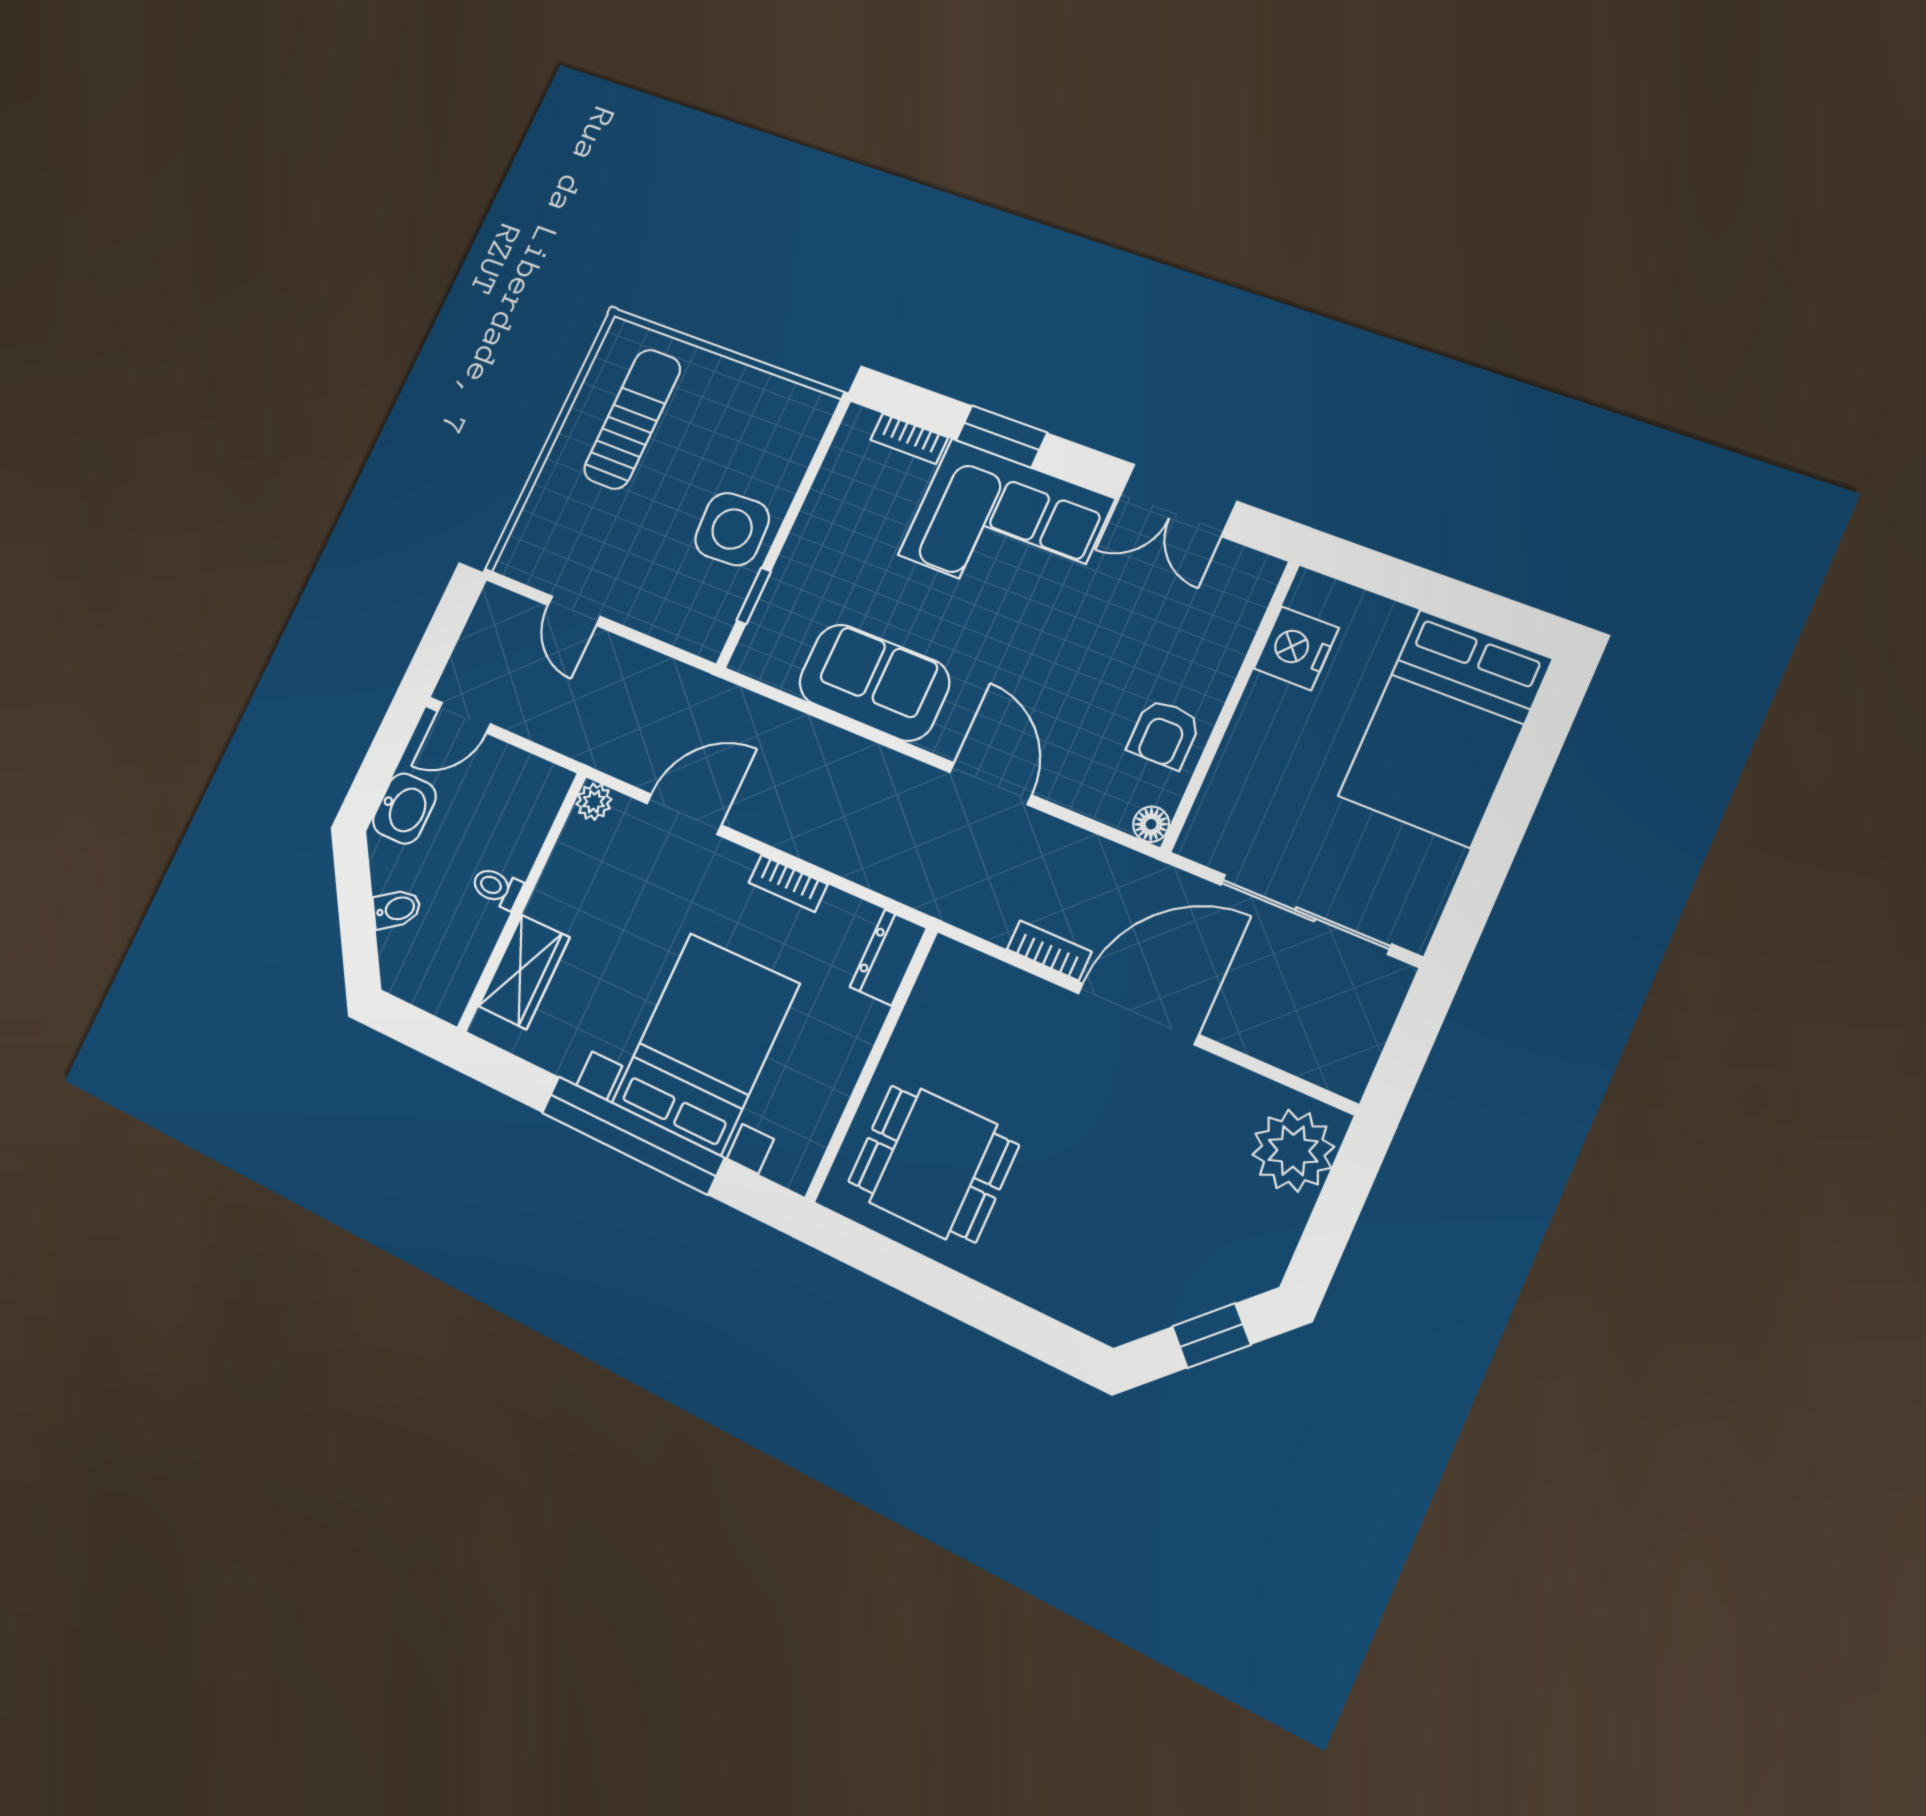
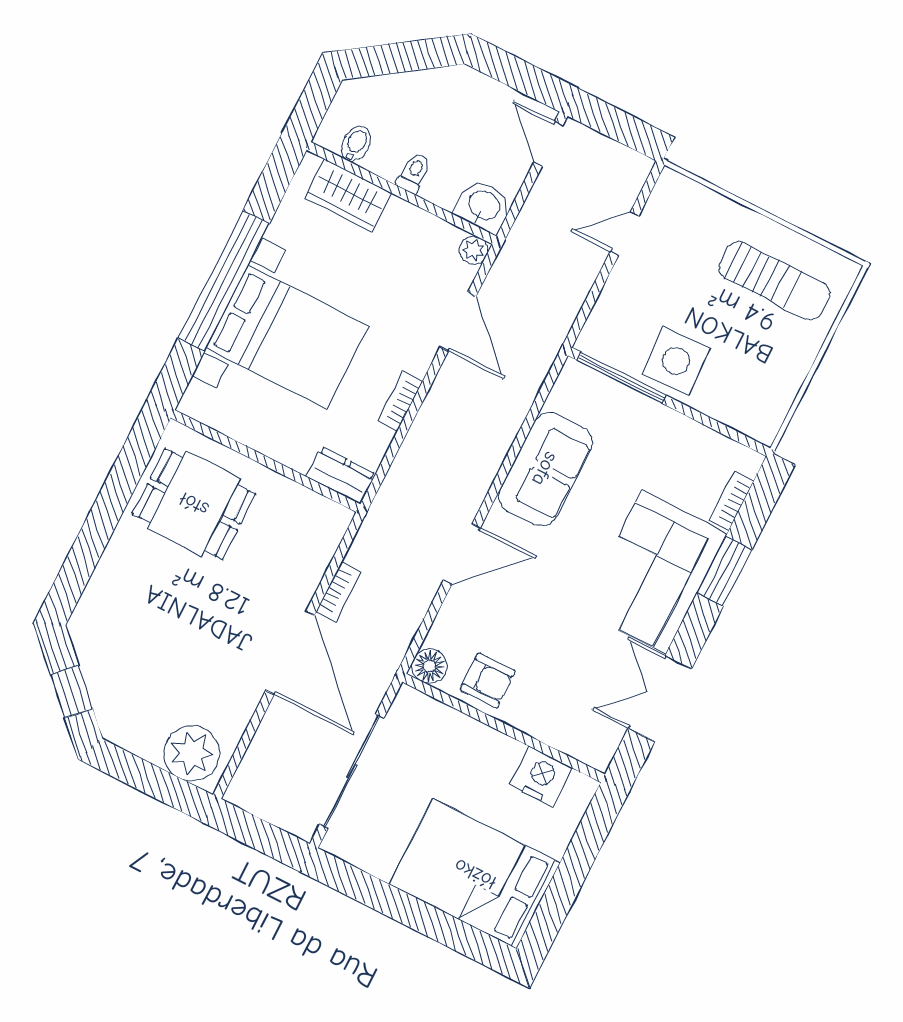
window: (754, 596) -> (621, 378), width x2.17
armchair: (1164, 734) -> (488, 681), turned 180
washbasin: (404, 808) -> (484, 206), moved, turned 180
floor lamp: (1151, 824) -> (429, 666), width x1.37, depth x1.37
bidet: (397, 909) -> (356, 144), moved, turned -146
dining table: (933, 1163) -> (194, 504), turned 90

